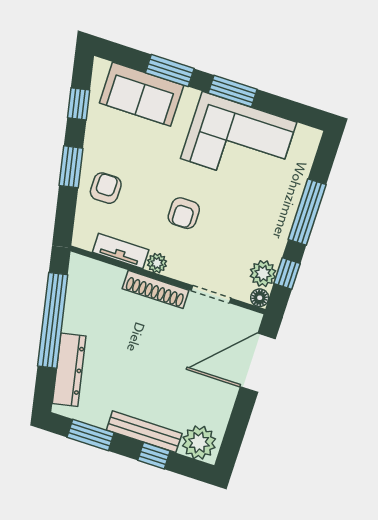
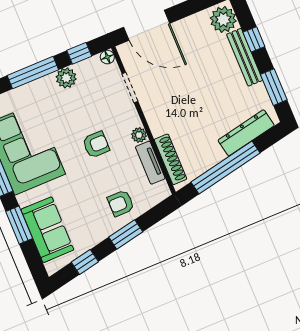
plant: (263, 274) -> (66, 78), moved
shoe rack: (156, 289) -> (171, 159), moved

